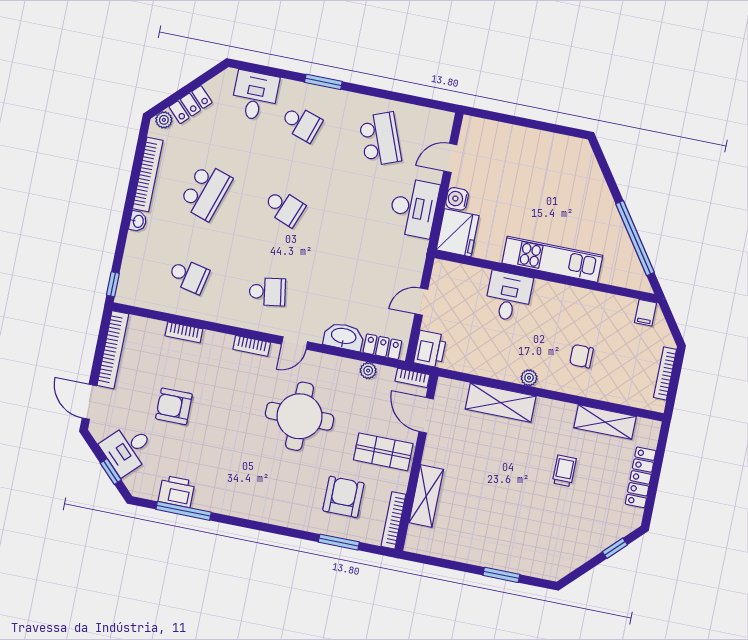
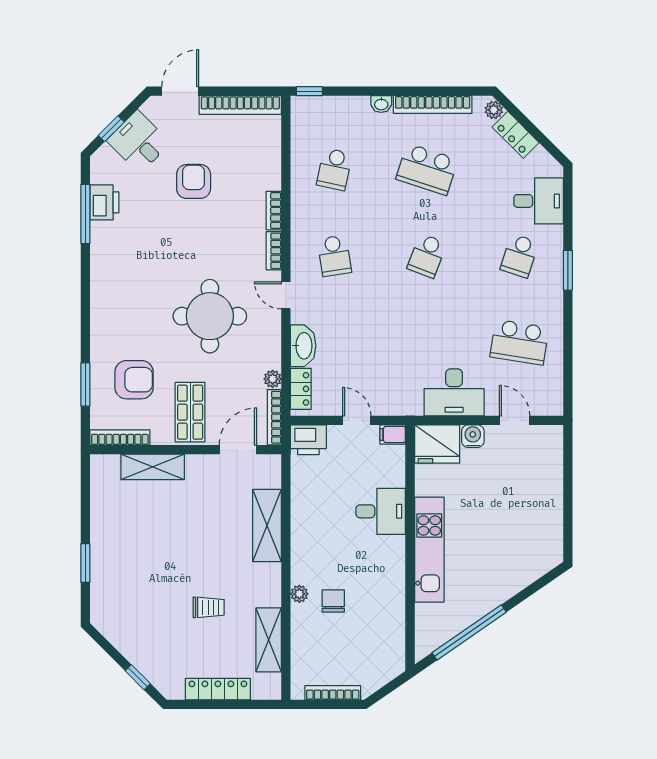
school desk: (380, 139) -> (519, 342), turned 30
filing cabinet: (645, 313) -> (393, 434), moved
bookcase: (184, 332) -> (274, 211), moved
bookcase: (412, 378) -> (274, 417), width x1.56
plant: (529, 378) -> (299, 594), moved

